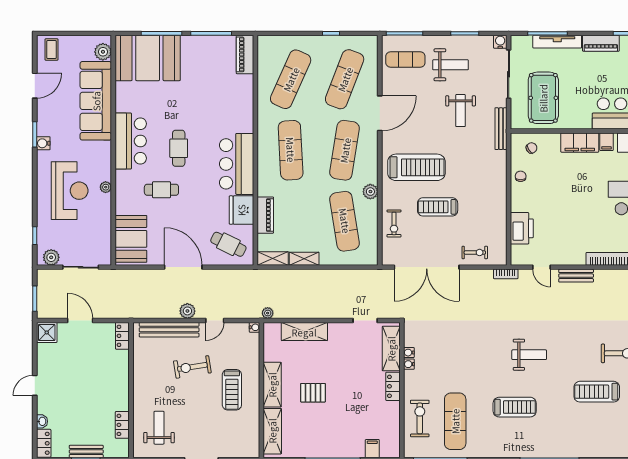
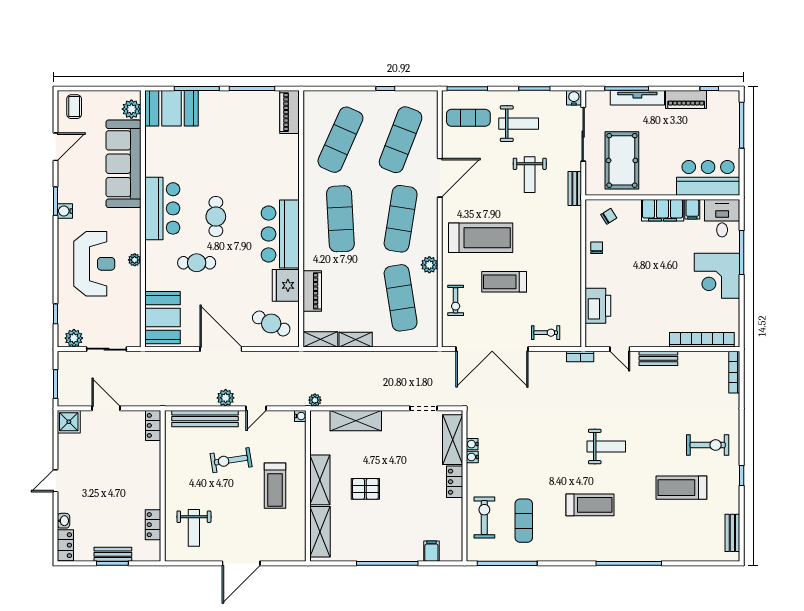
booth: (148, 58) -> (172, 108), width x0.73, depth x0.70
bench: (501, 129) -> (575, 188), width x0.73
exercise mat: (455, 421) -> (524, 521), width x0.73, depth x0.69
weight bench: (159, 428) -> (194, 528), turned 180

